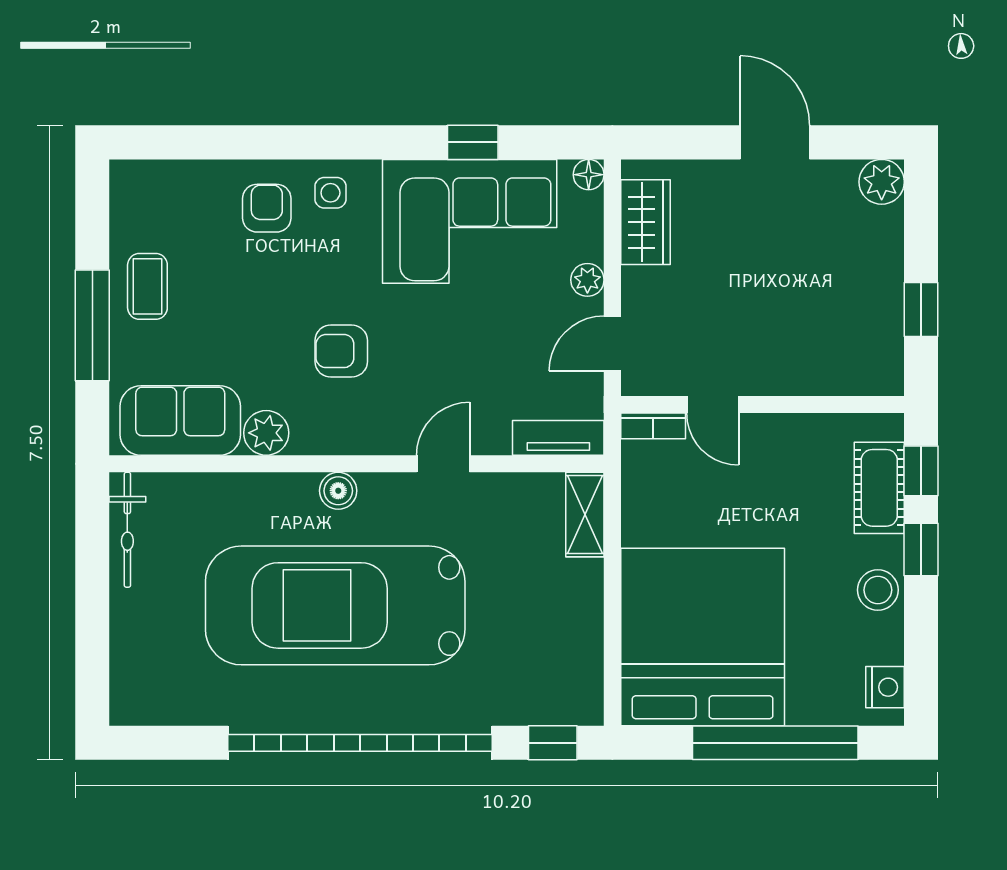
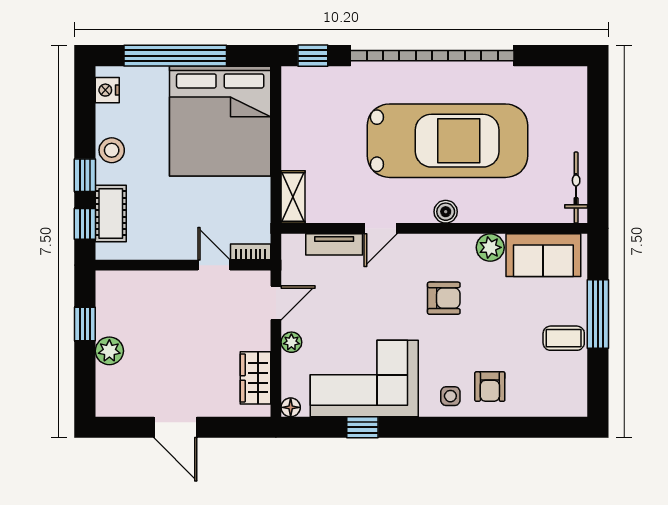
plant: (882, 182) -> (109, 351), moved
coffee table: (147, 286) -> (564, 338), turned 90
tv unit: (558, 438) -> (334, 244), moved

